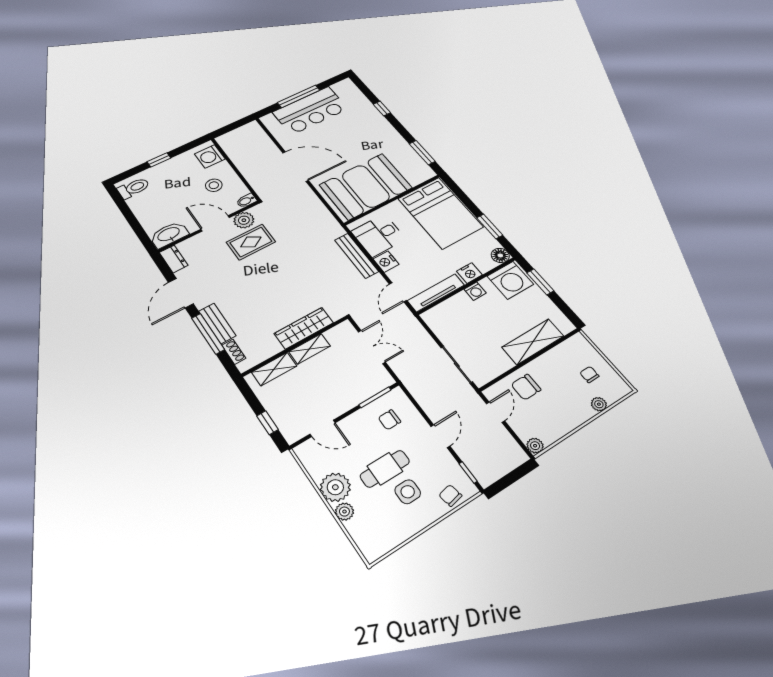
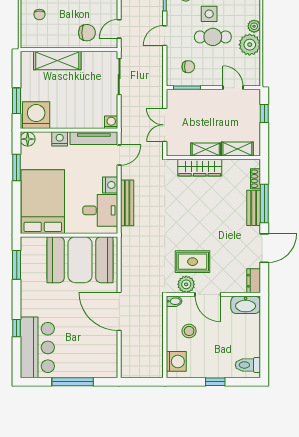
bar counter: (310, 110) -> (37, 347), moved, turned 90
washing machine: (475, 291) -> (111, 122), moved

